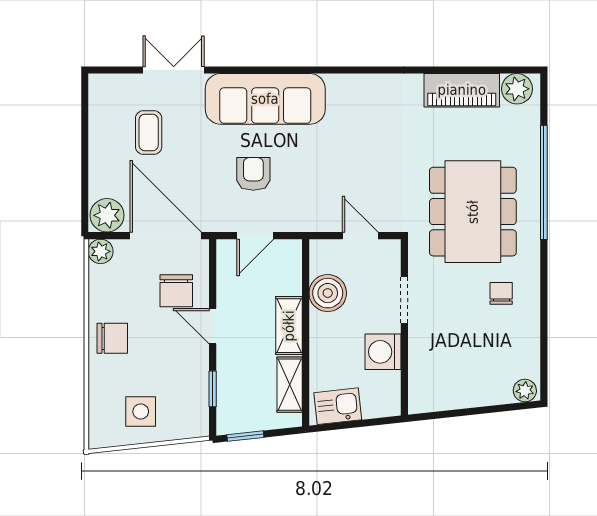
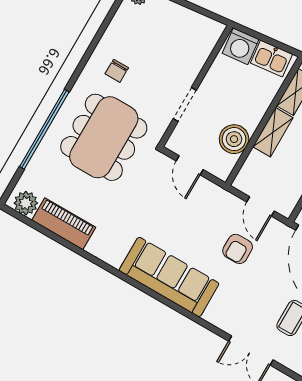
sofa: (265, 99) -> (169, 277), moved
door: (255, 236) -> (261, 206), swing flipped
washing machine: (383, 352) -> (241, 46), moved, turned 84

